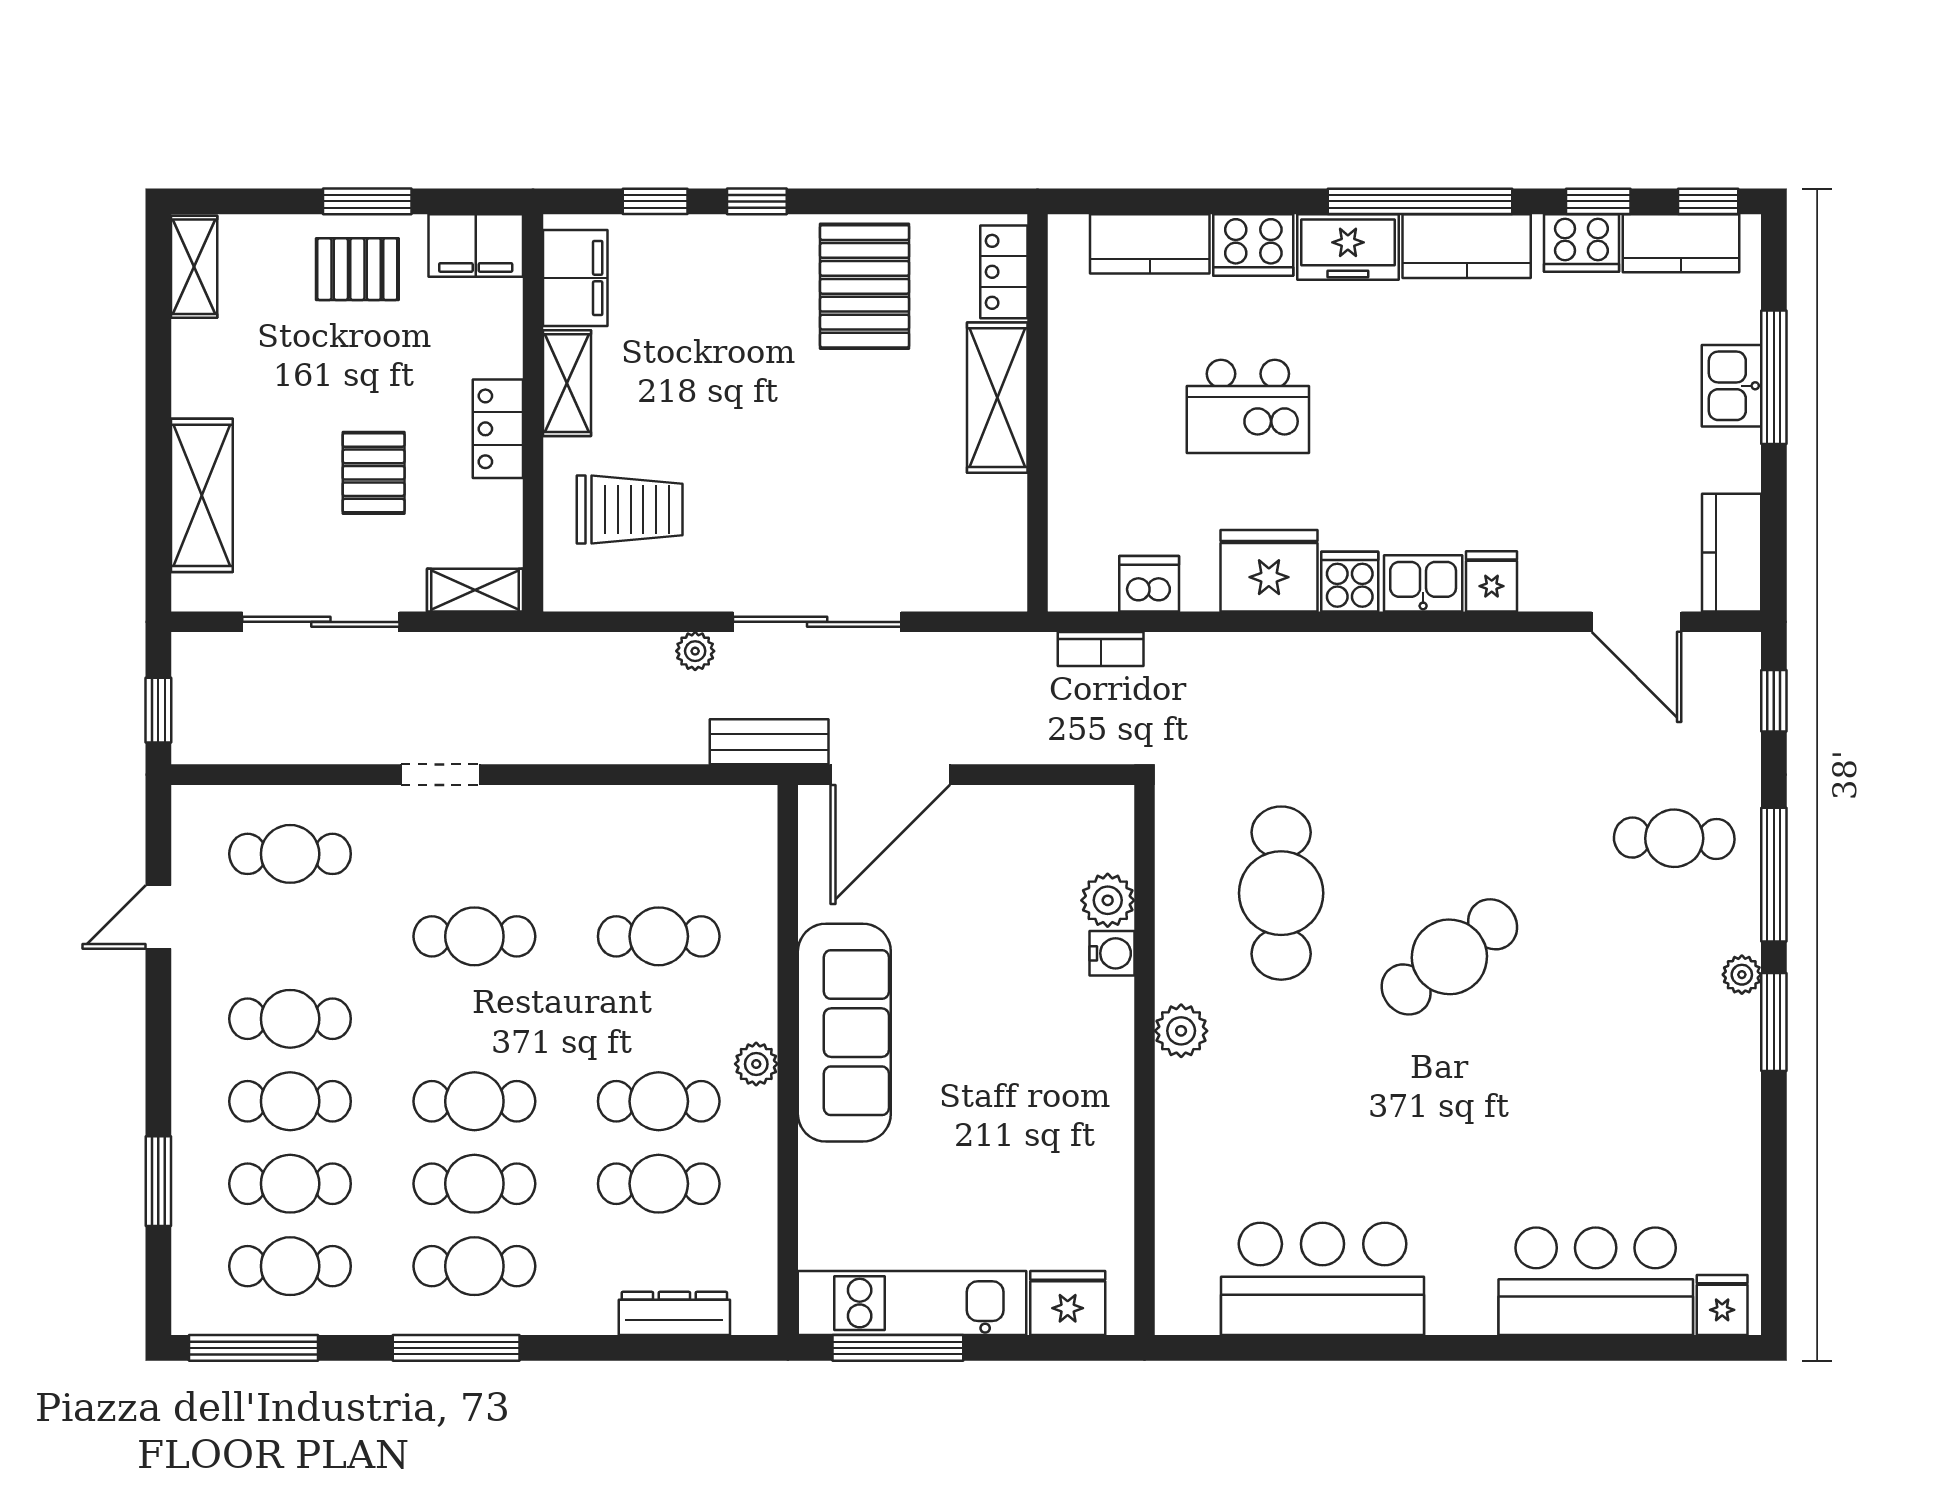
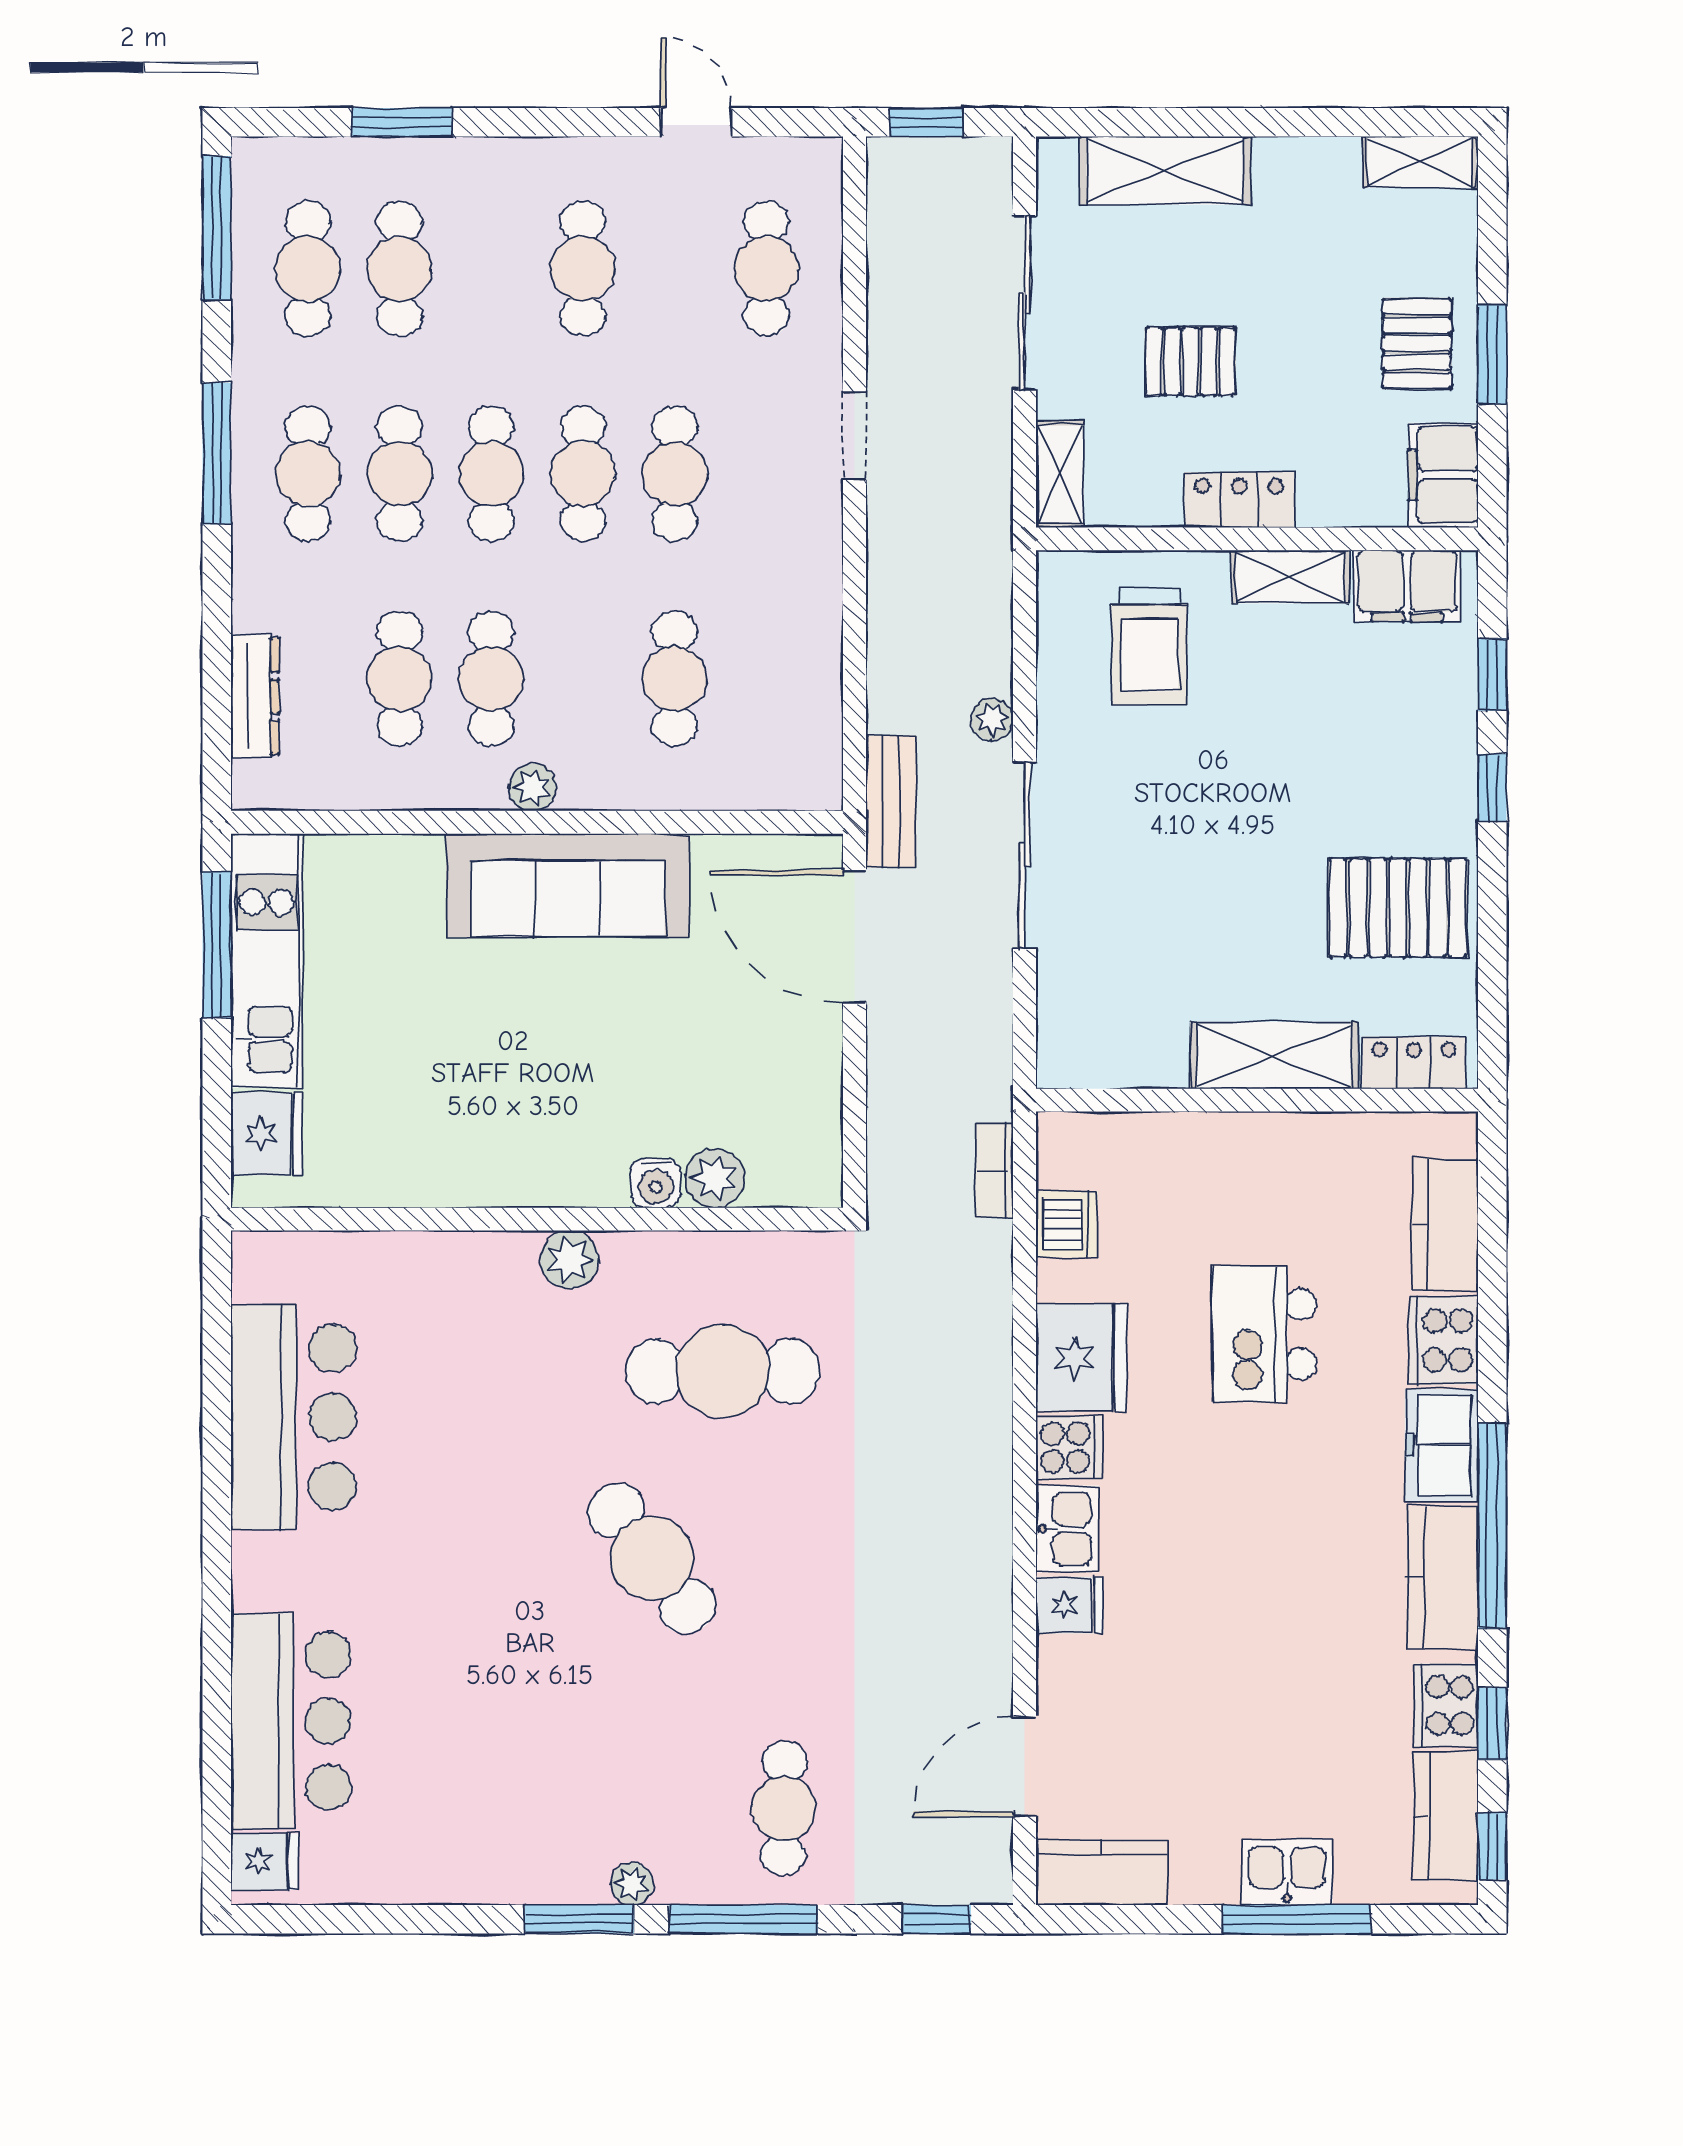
cafe table: (290, 1101) -> (583, 474), moved

